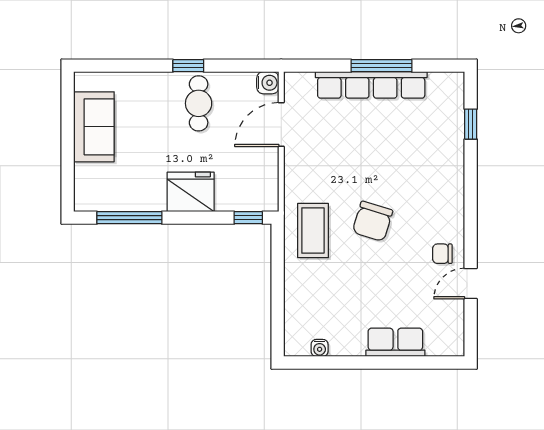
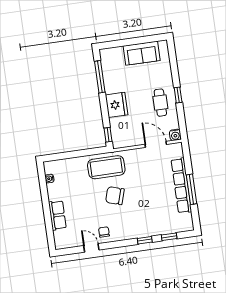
cafe table: (199, 103) -> (160, 103), turned 90
window: (471, 174) -> (145, 240), added
coffee table: (313, 230) -> (106, 167), width x1.36, depth x1.32

